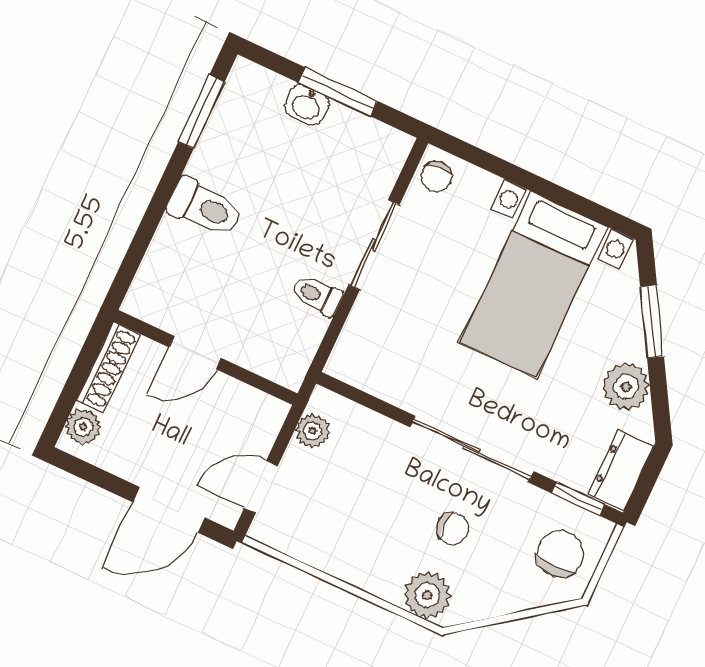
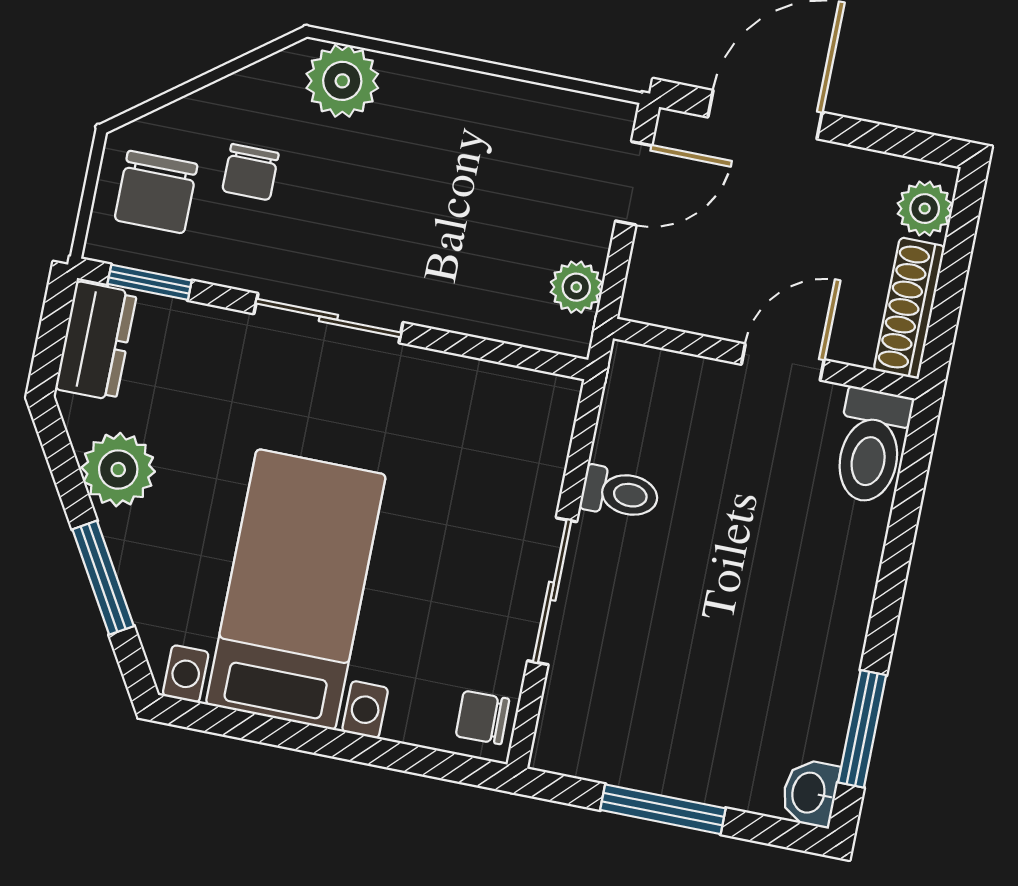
washbasin: (307, 105) -> (810, 793), moved, turned -90
chair: (437, 177) -> (482, 718), turned -83
toilet: (205, 208) -> (871, 446), moved, turned -90
sliding door: (472, 449) -> (328, 318), width x0.73
chair: (452, 529) -> (250, 172), moved, turned -90

